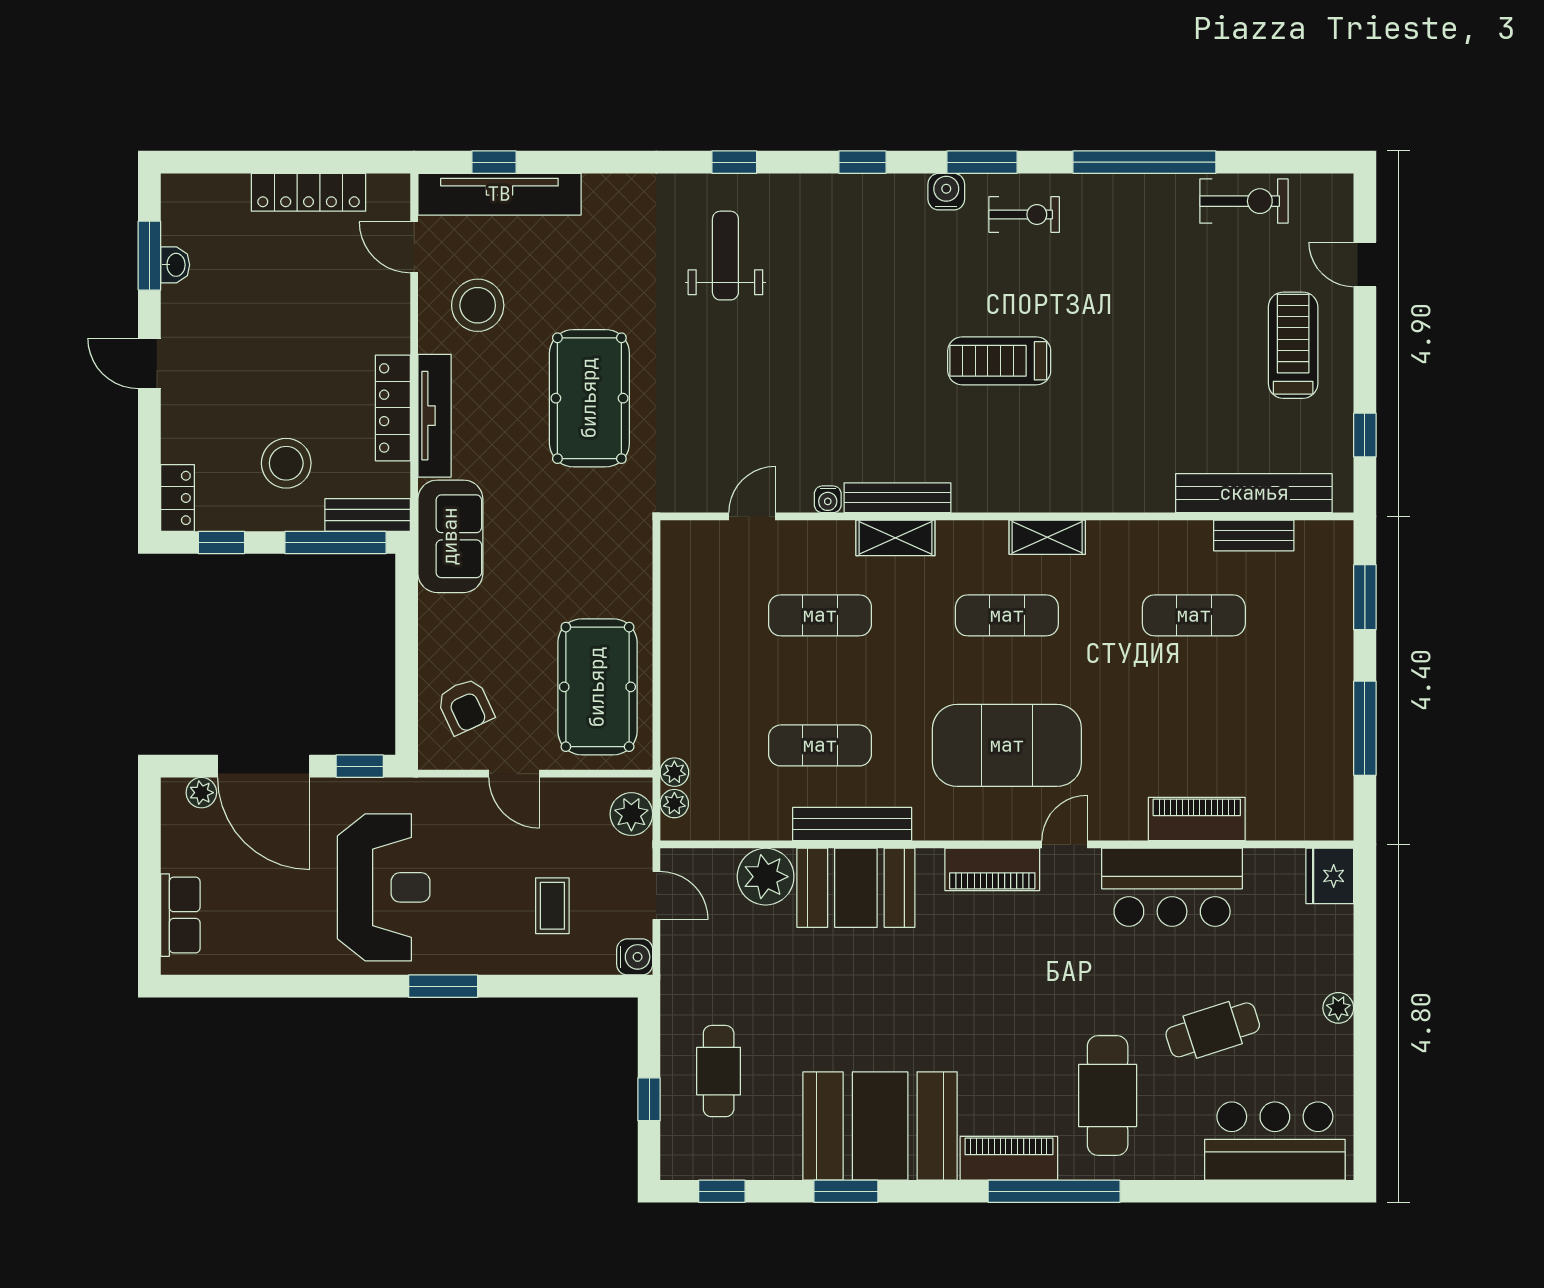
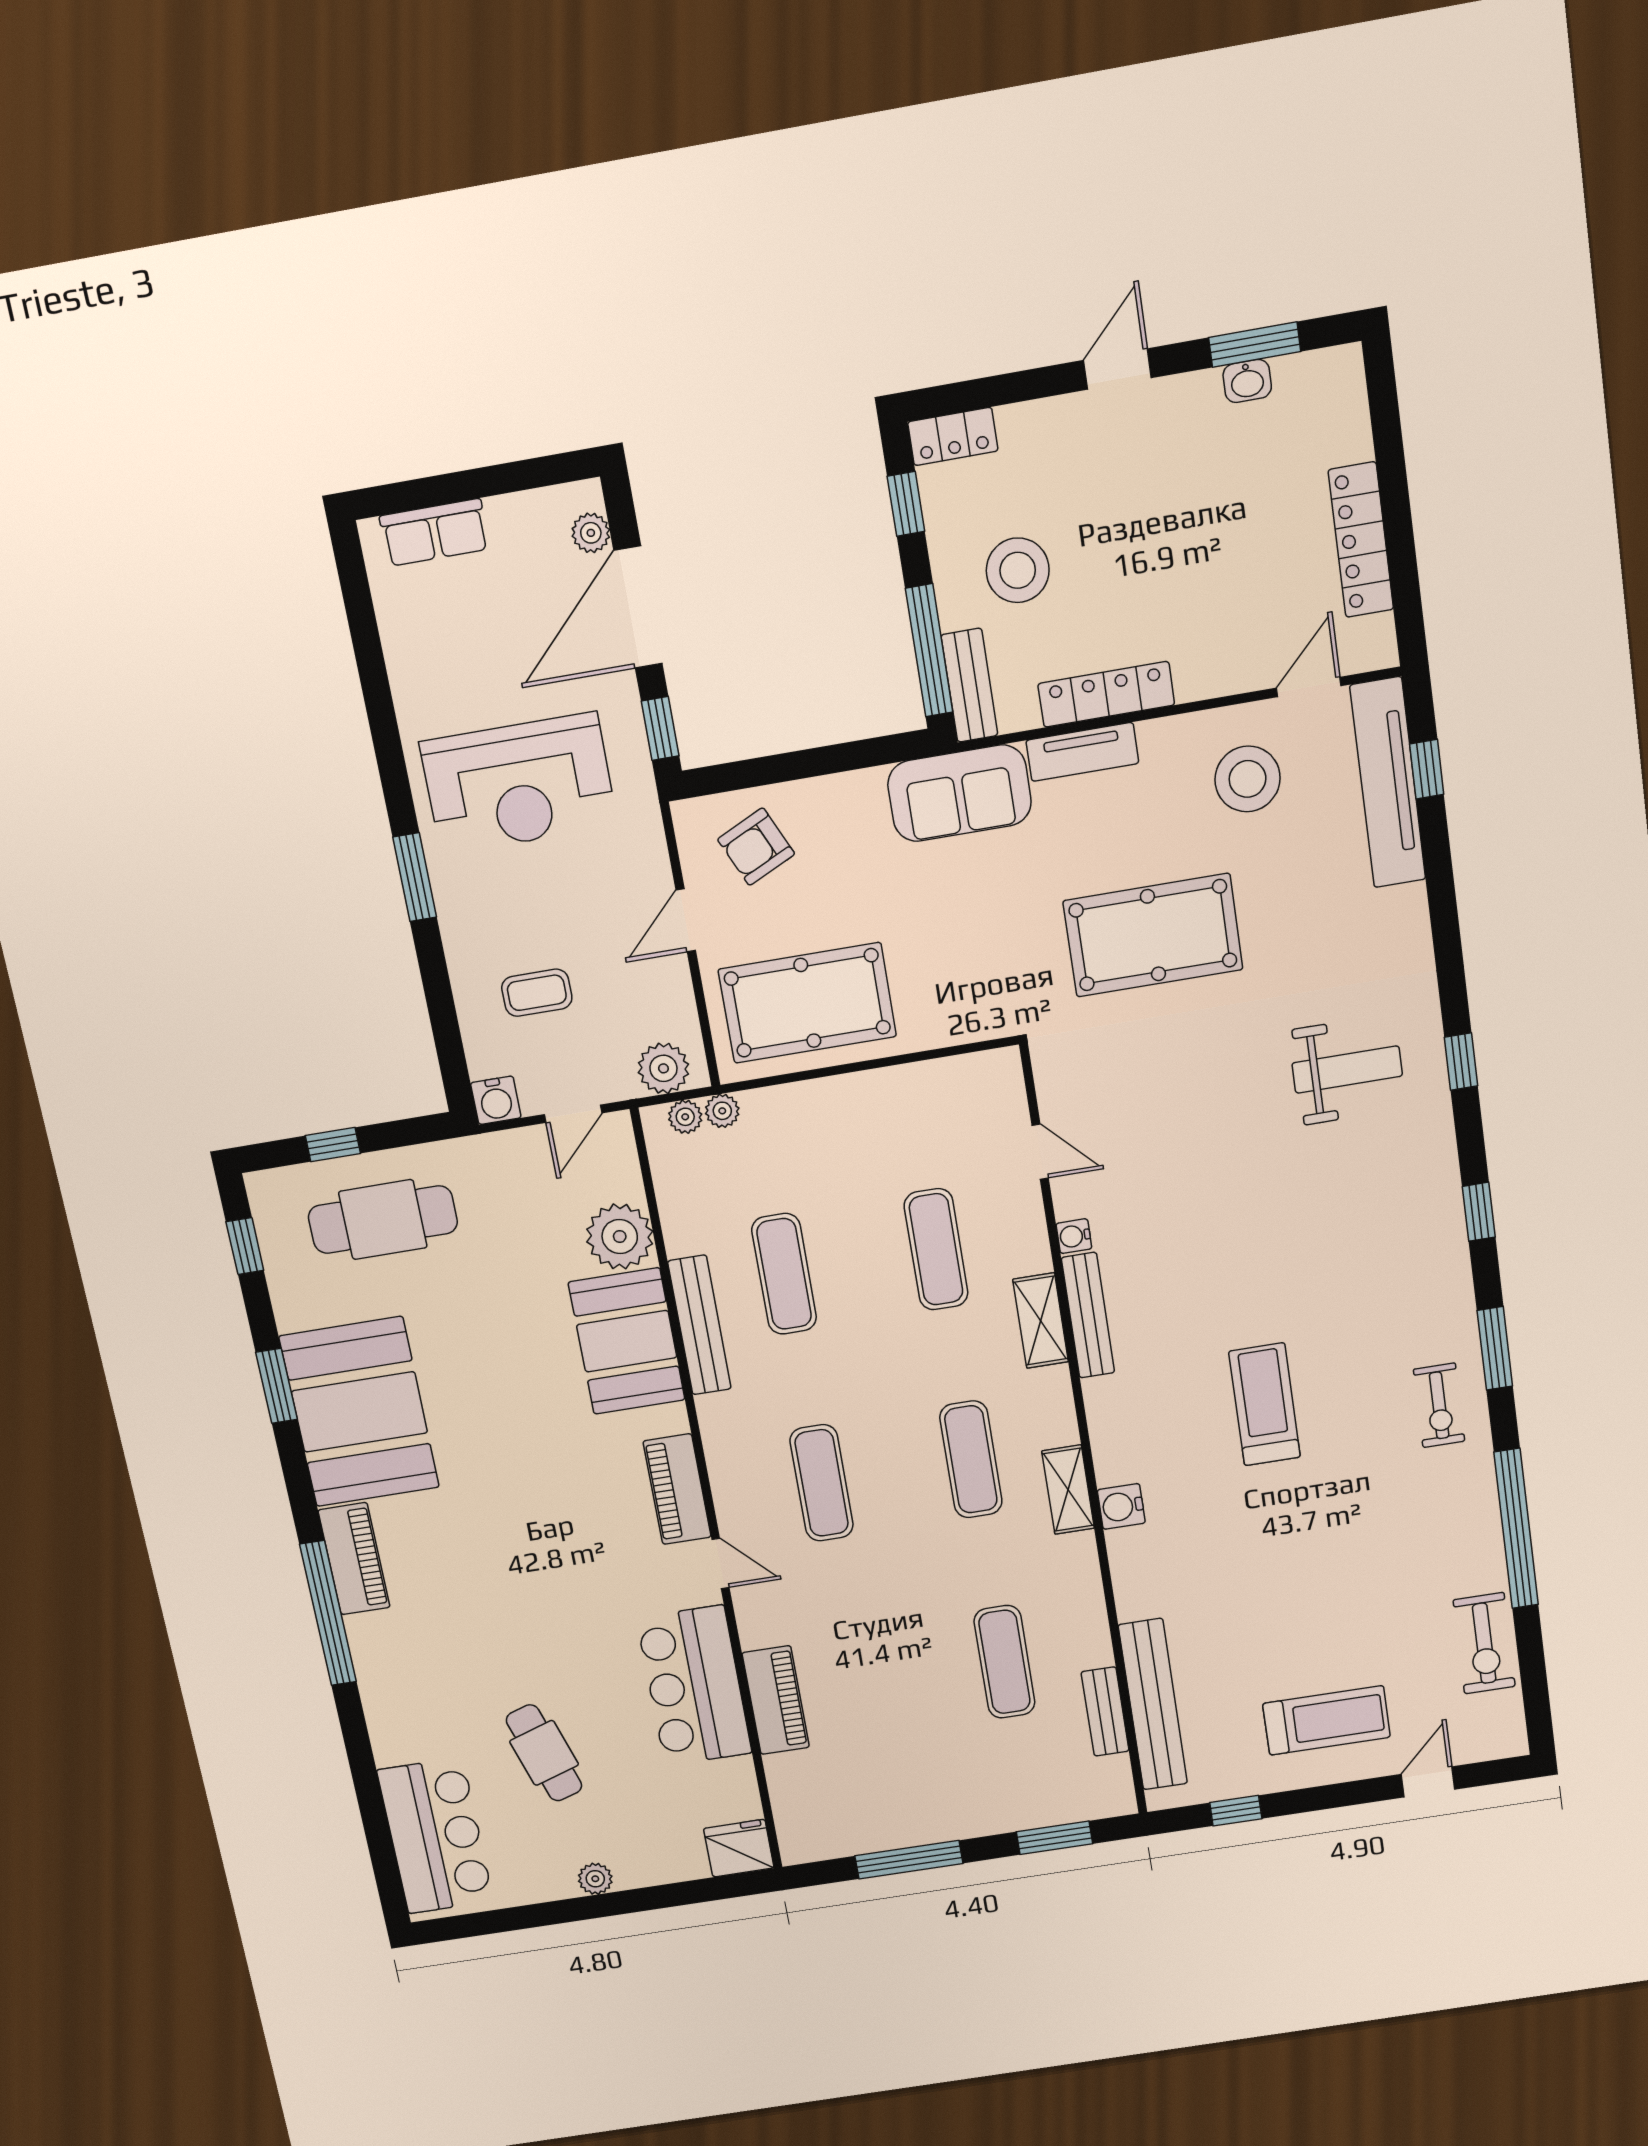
water cooler: (946, 192) -> (1121, 1506), moved, turned 180
tv unit: (434, 416) -> (1082, 752), width x0.71
exercise mat: (1007, 745) -> (822, 1483), width x0.50, depth x0.69
cafe table: (719, 1071) -> (383, 1220), width x1.37, depth x1.35
cafe table: (1108, 1096) -> (447, 1653), removed

